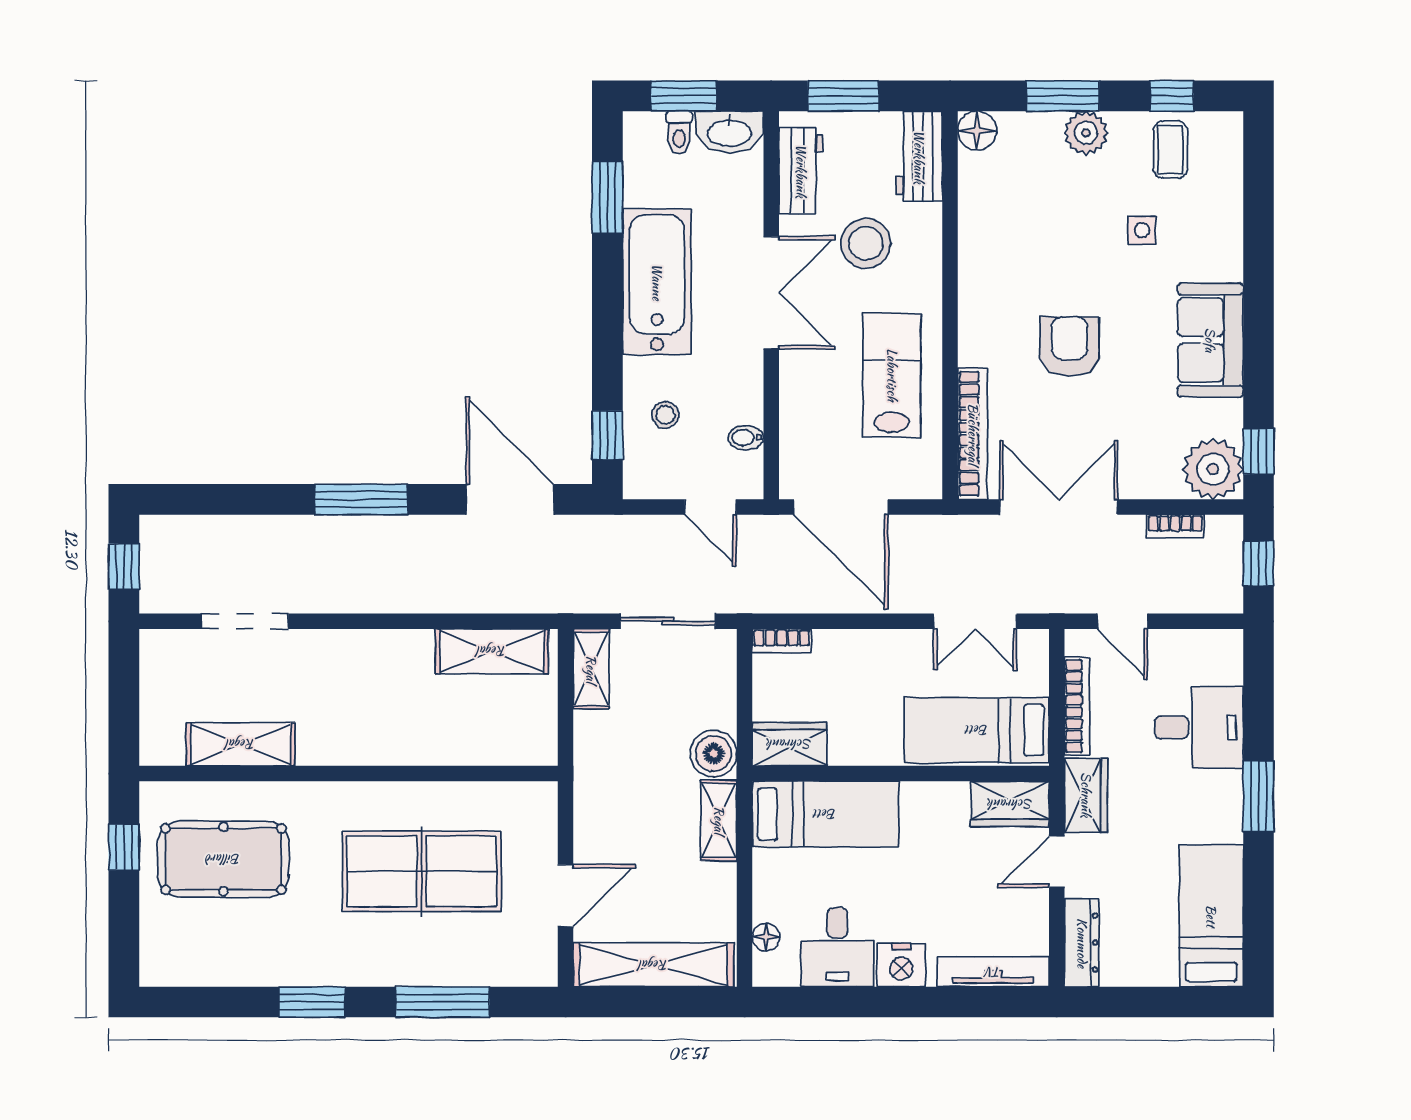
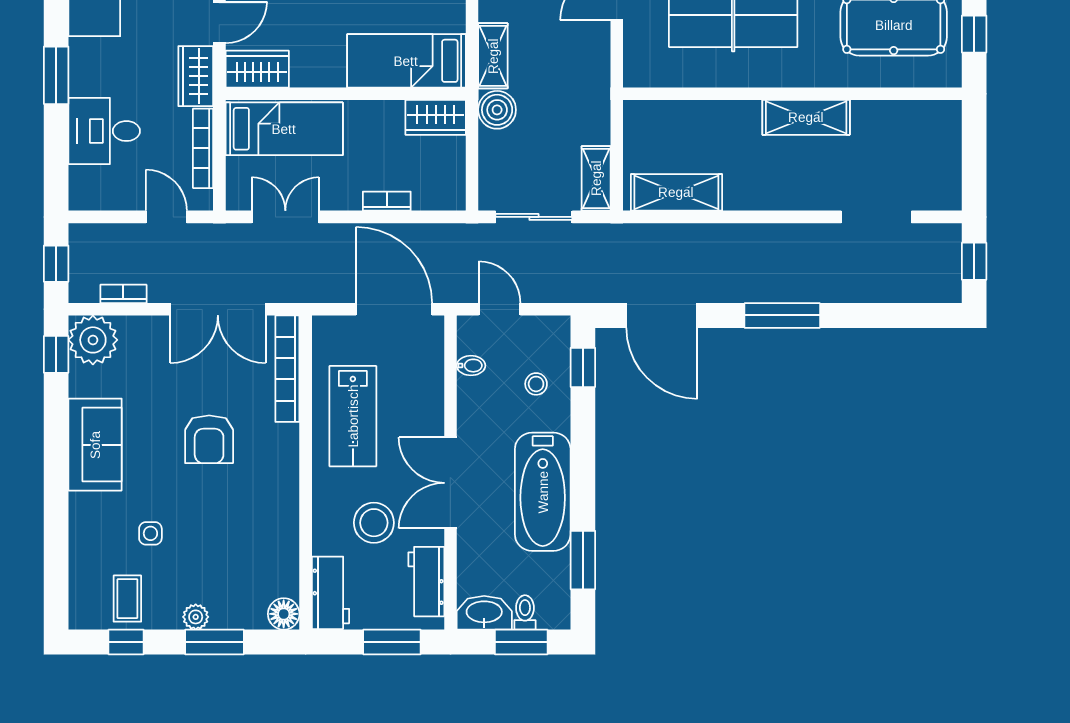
plant: (1086, 133) -> (196, 617), width x0.73, depth x0.73
bookcase: (782, 641) -> (387, 201), moved
shelving: (241, 744) -> (806, 117), moved

